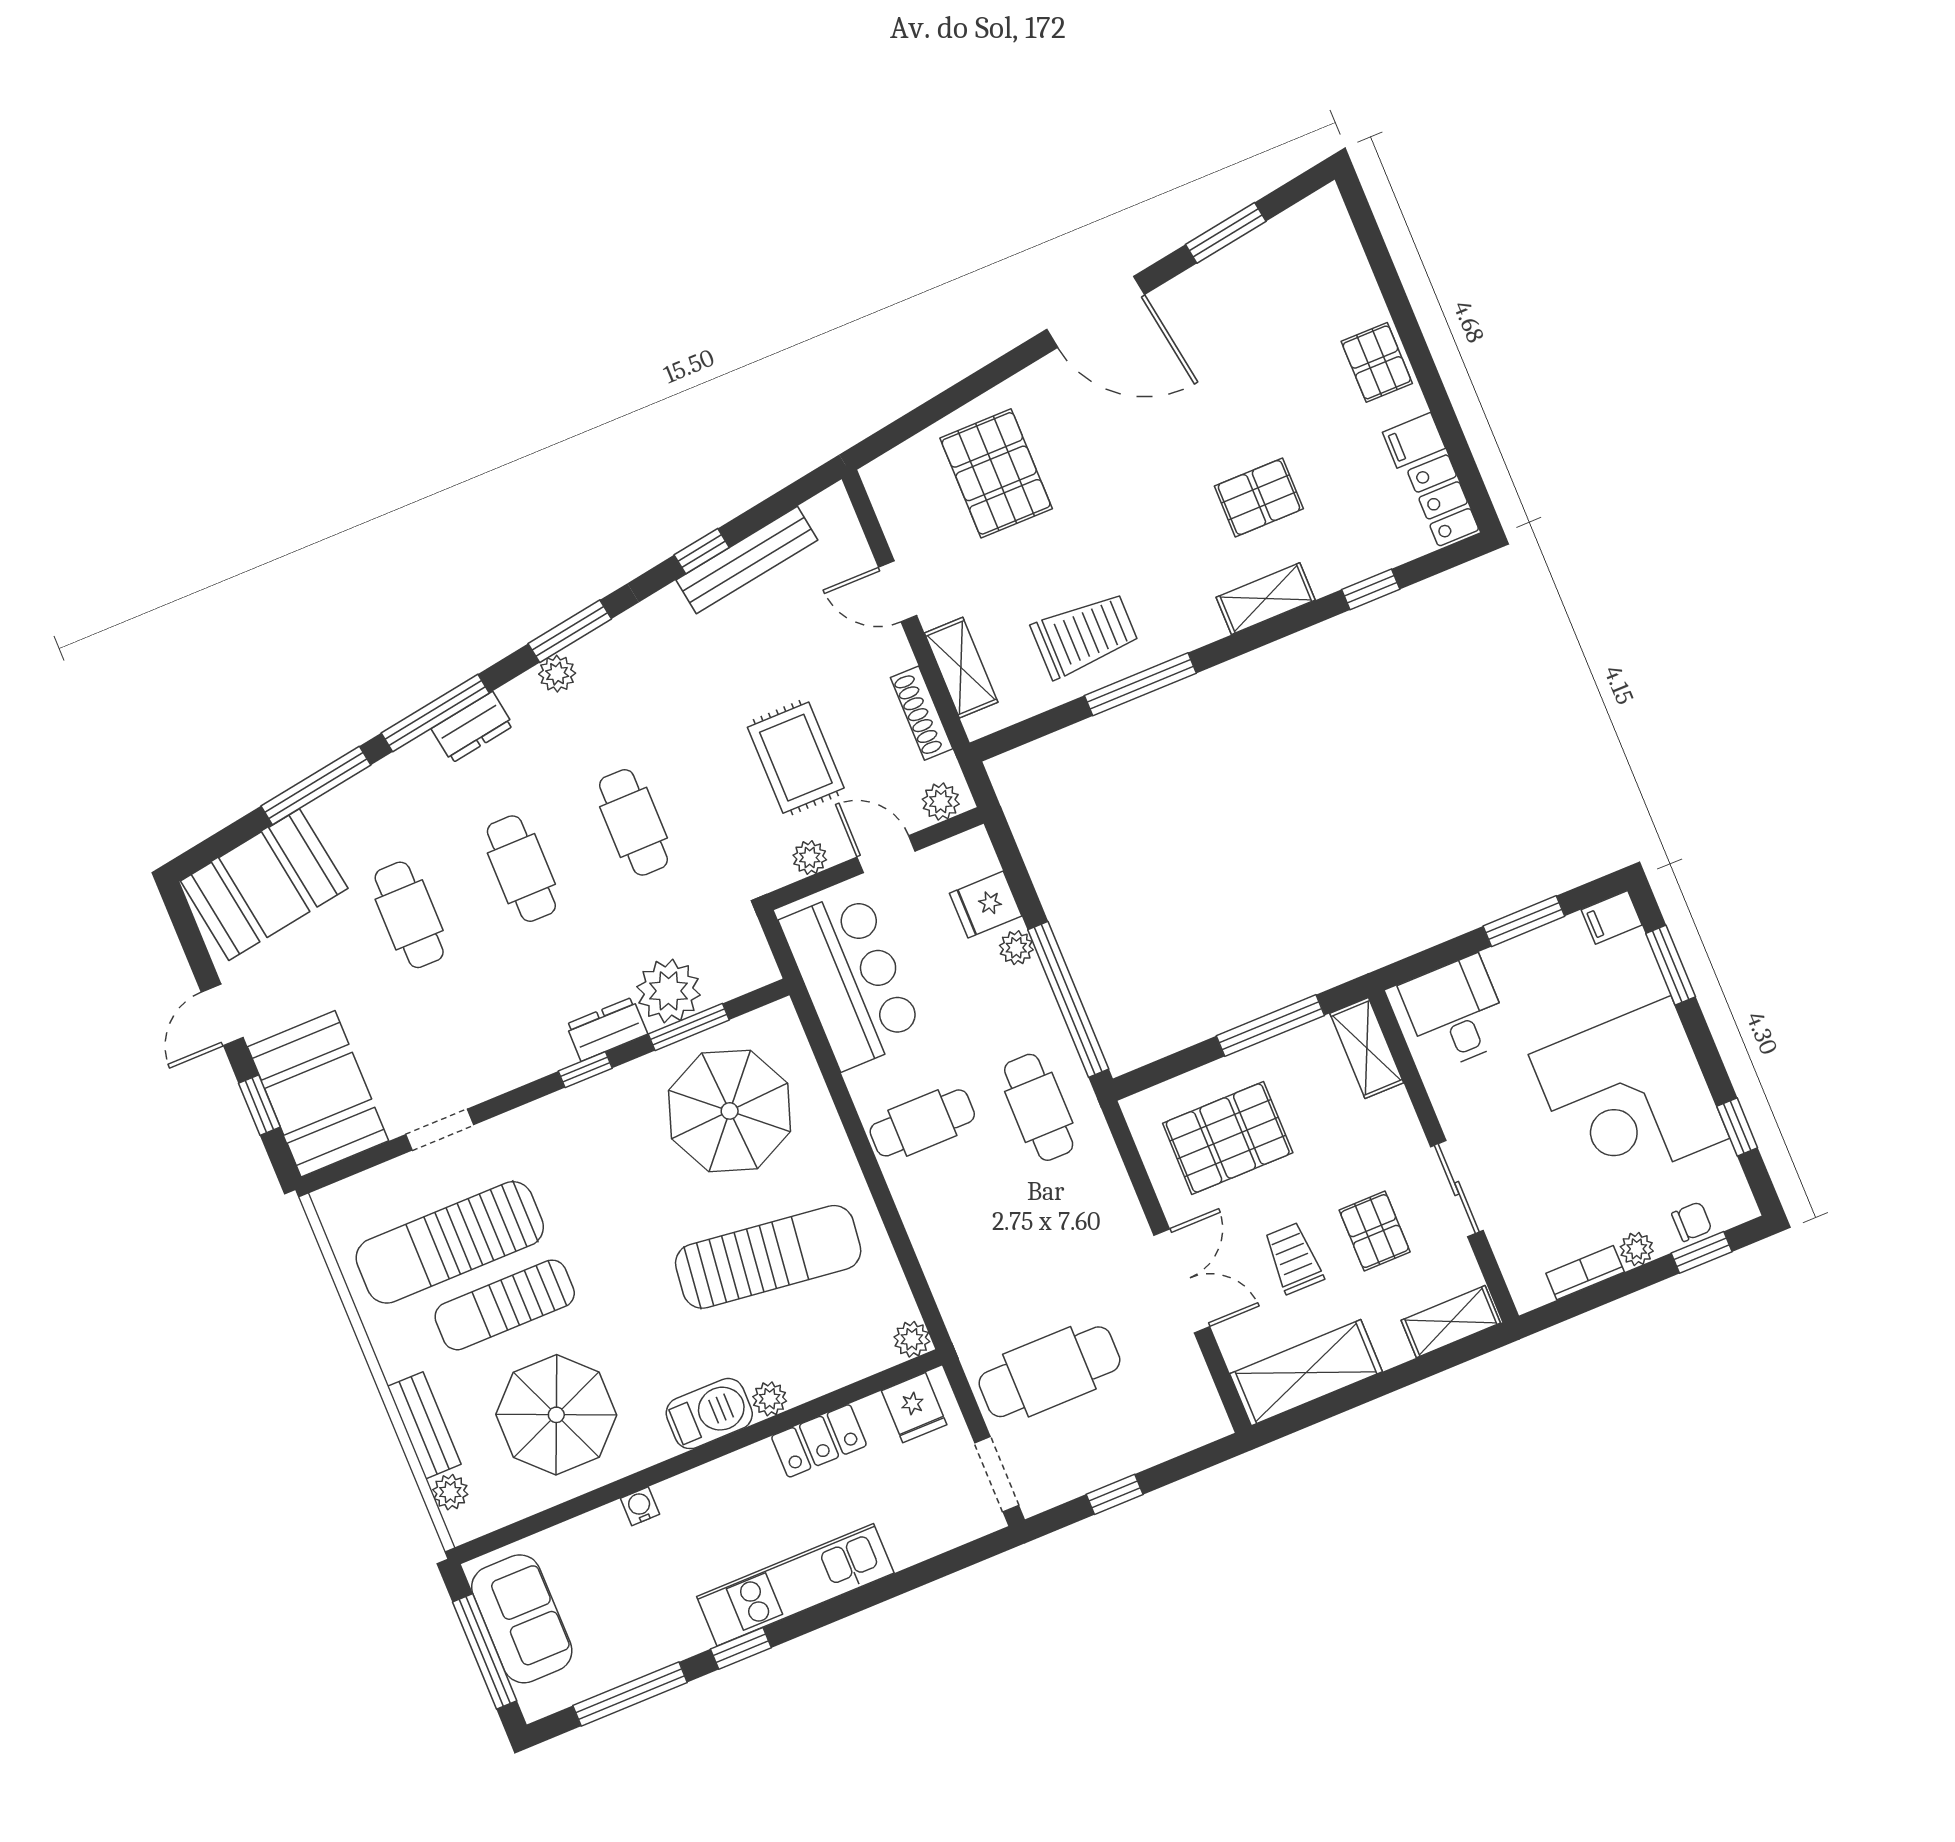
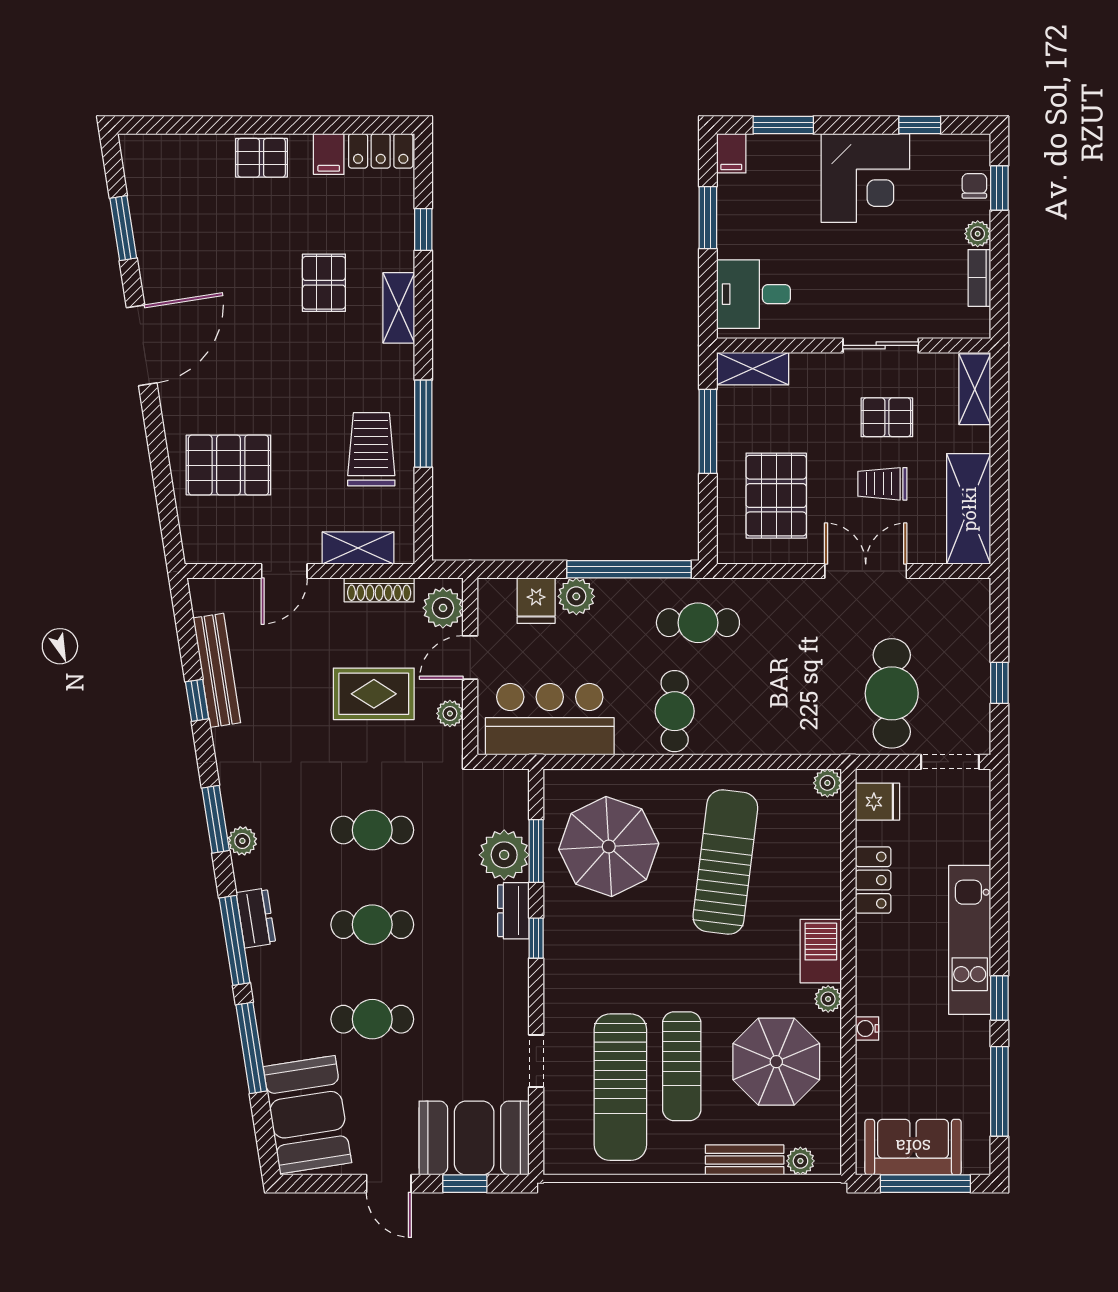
plant: (941, 802) -> (443, 608), width x1.38, depth x1.38
plant: (1016, 948) -> (576, 596), width x1.38, depth x1.38
corner desk: (1629, 1096) -> (865, 178), width x0.74, depth x0.74
plant: (770, 1399) -> (828, 999), moved

